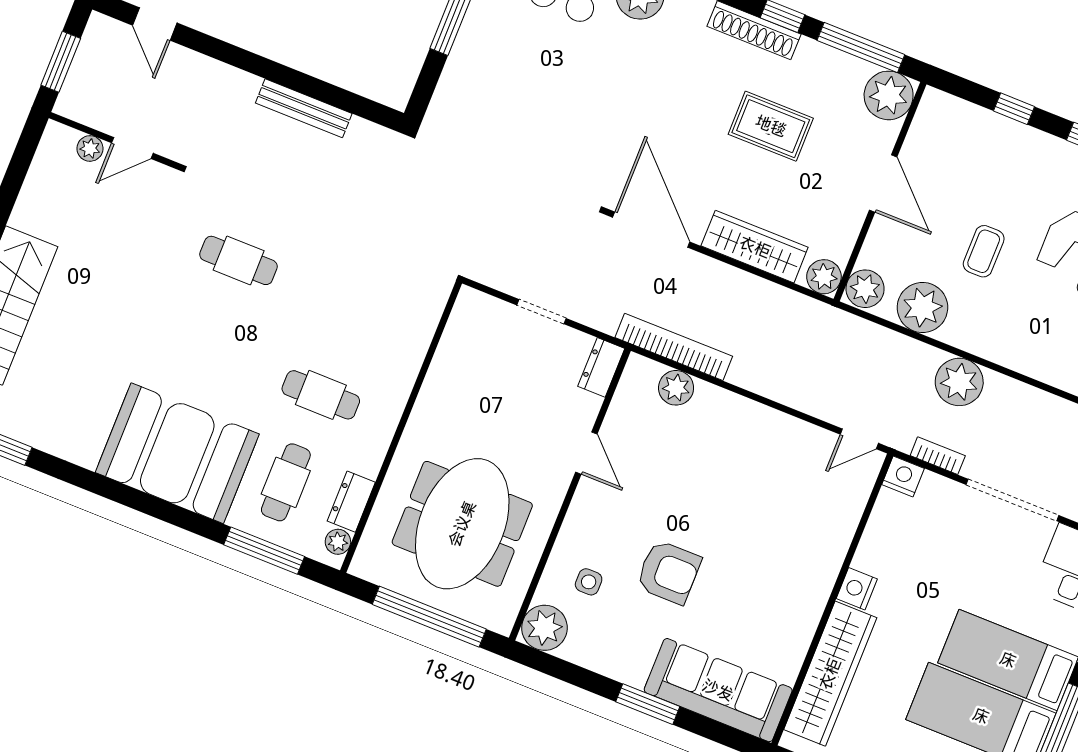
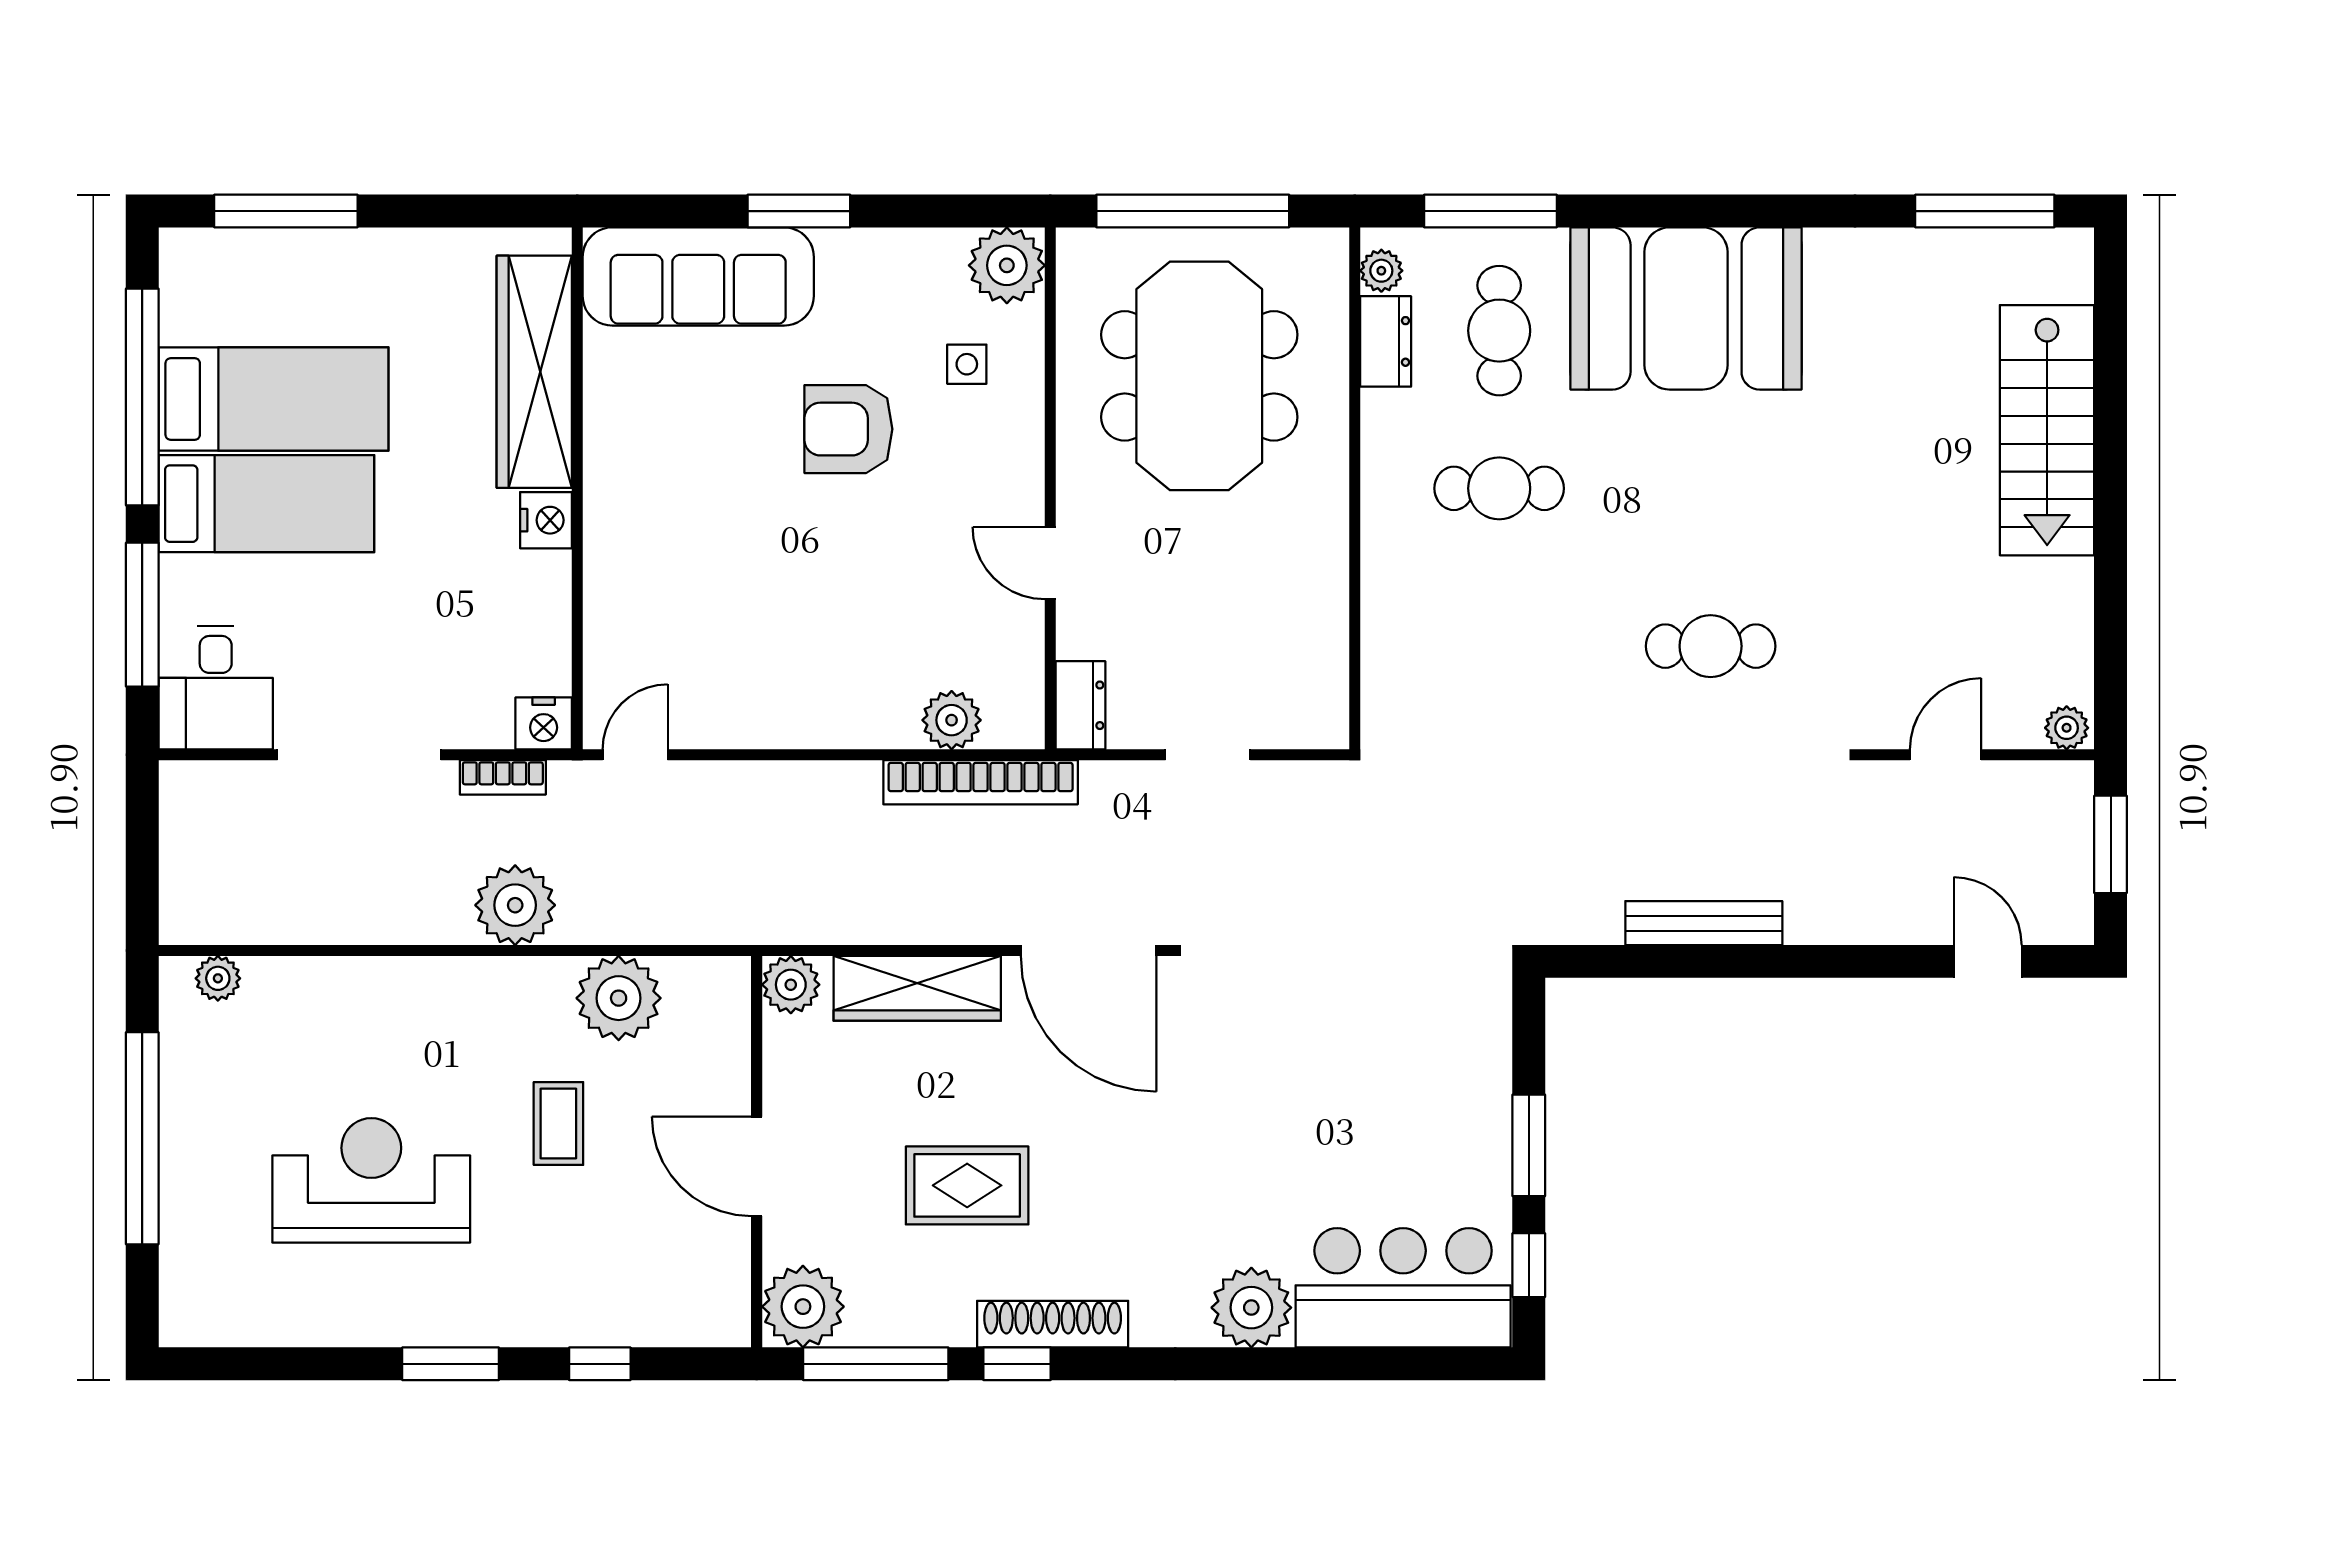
plant: (90, 148) -> (2067, 728), moved
plant: (865, 289) -> (719, 992), removed

